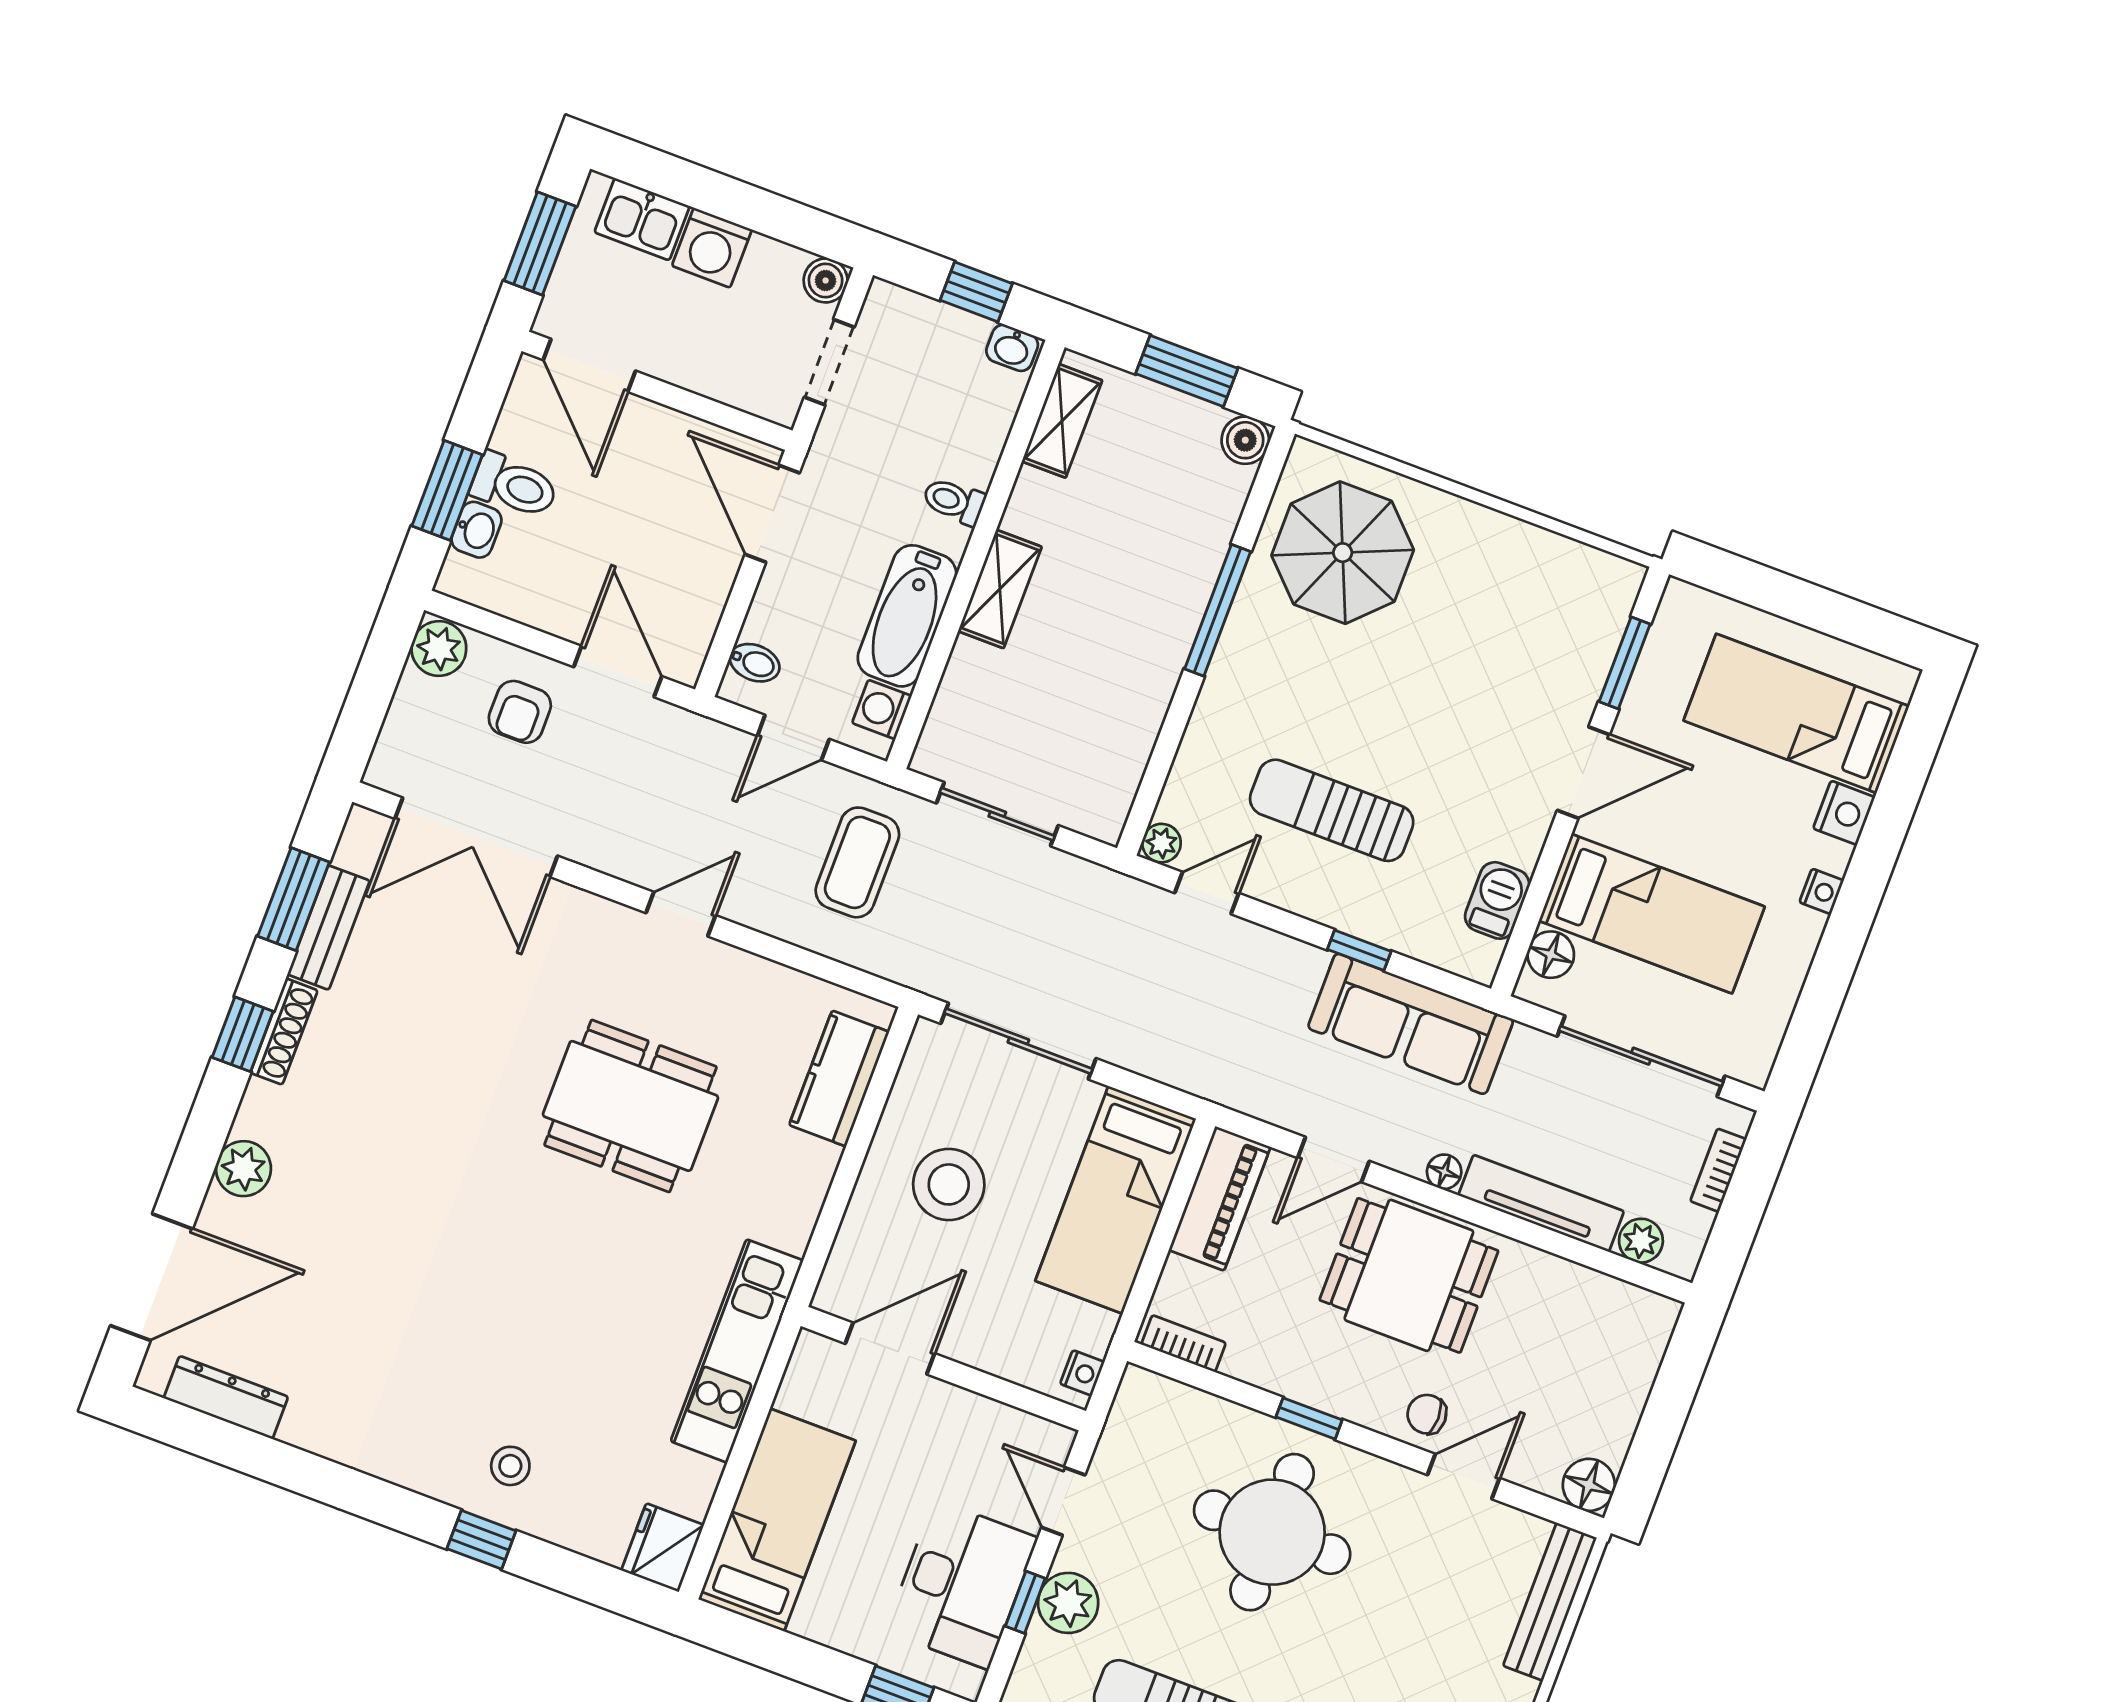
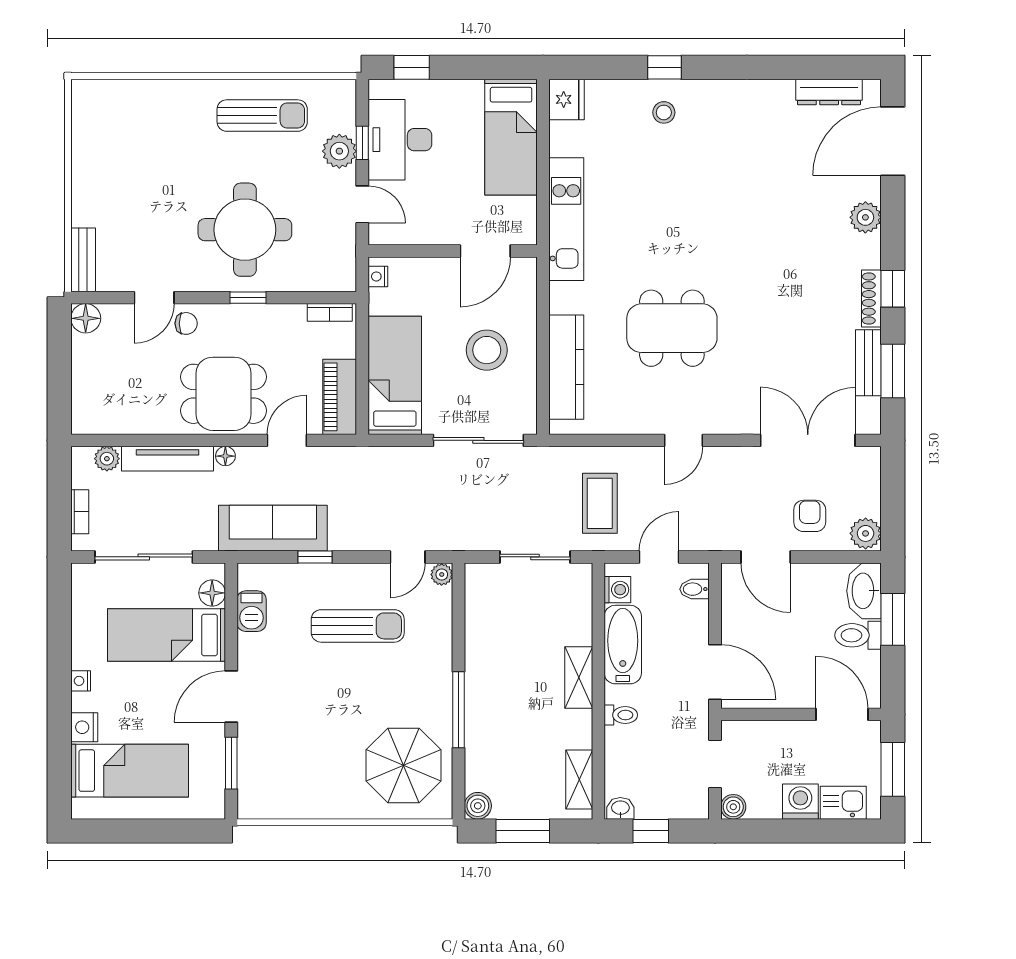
washbasin: (477, 530) -> (864, 591), width x1.91, depth x1.45
kitchen counter: (839, 1078) -> (566, 367), width x1.50
bench: (1550, 1602) -> (83, 260), width x0.73

